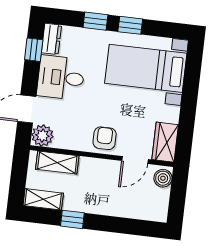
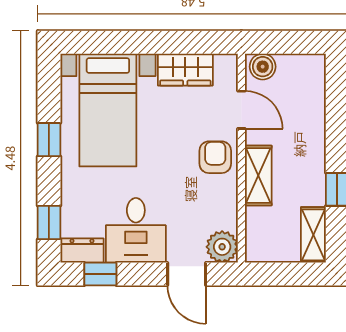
window: (95, 21) -> (49, 223), moved
armchair: (105, 138) -> (215, 157), turned 90
wardrobe: (165, 142) -> (185, 70), moved
shelving: (57, 162) -> (258, 175), moved

